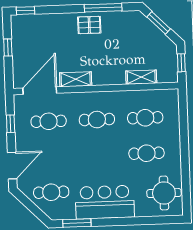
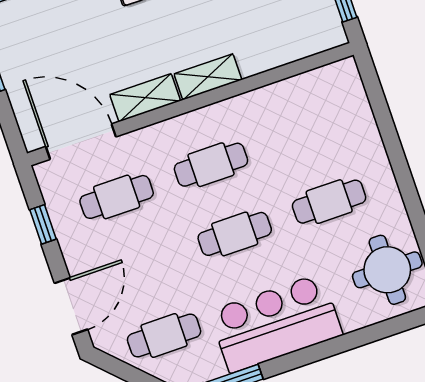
shelving: (141, 77) -> (208, 77), moved
door: (40, 91) -> (81, 142), hinge flipped
cafe table: (145, 118) -> (235, 234), moved

